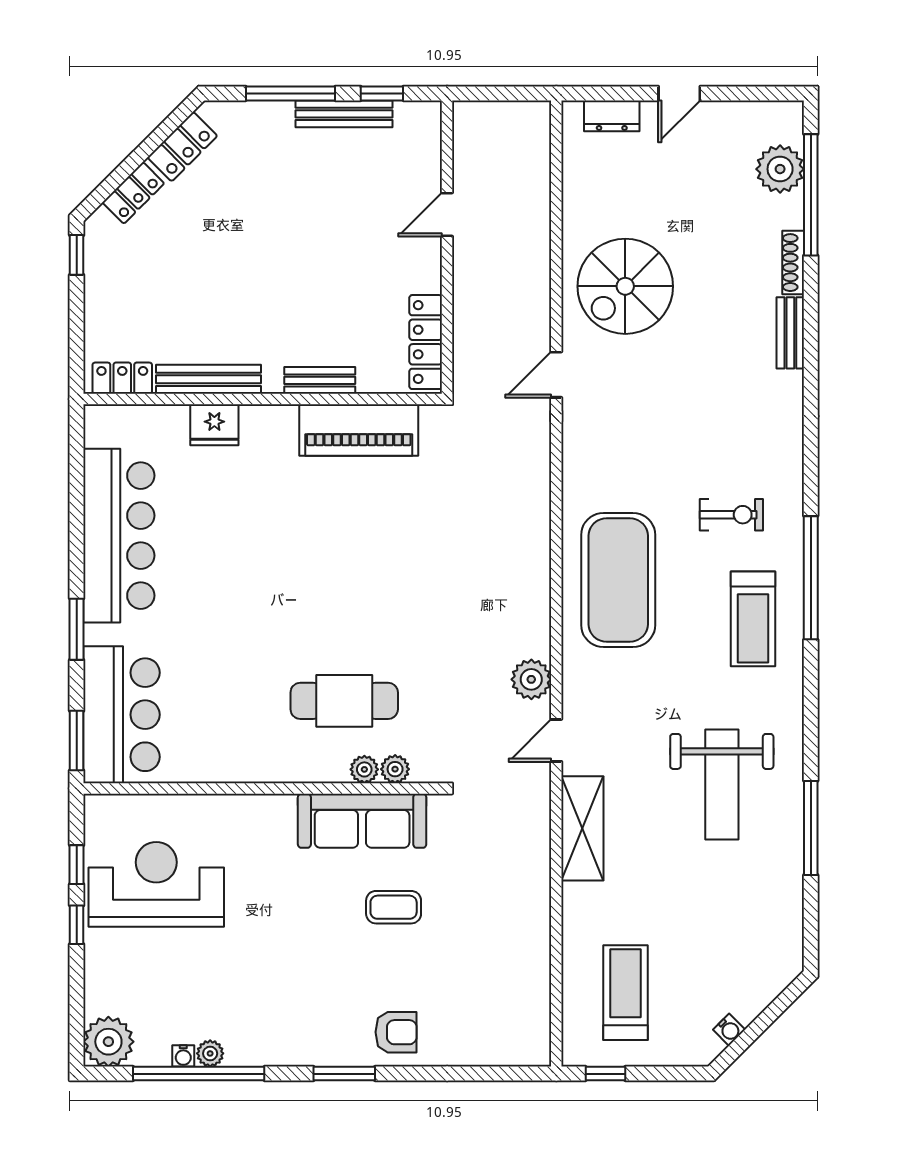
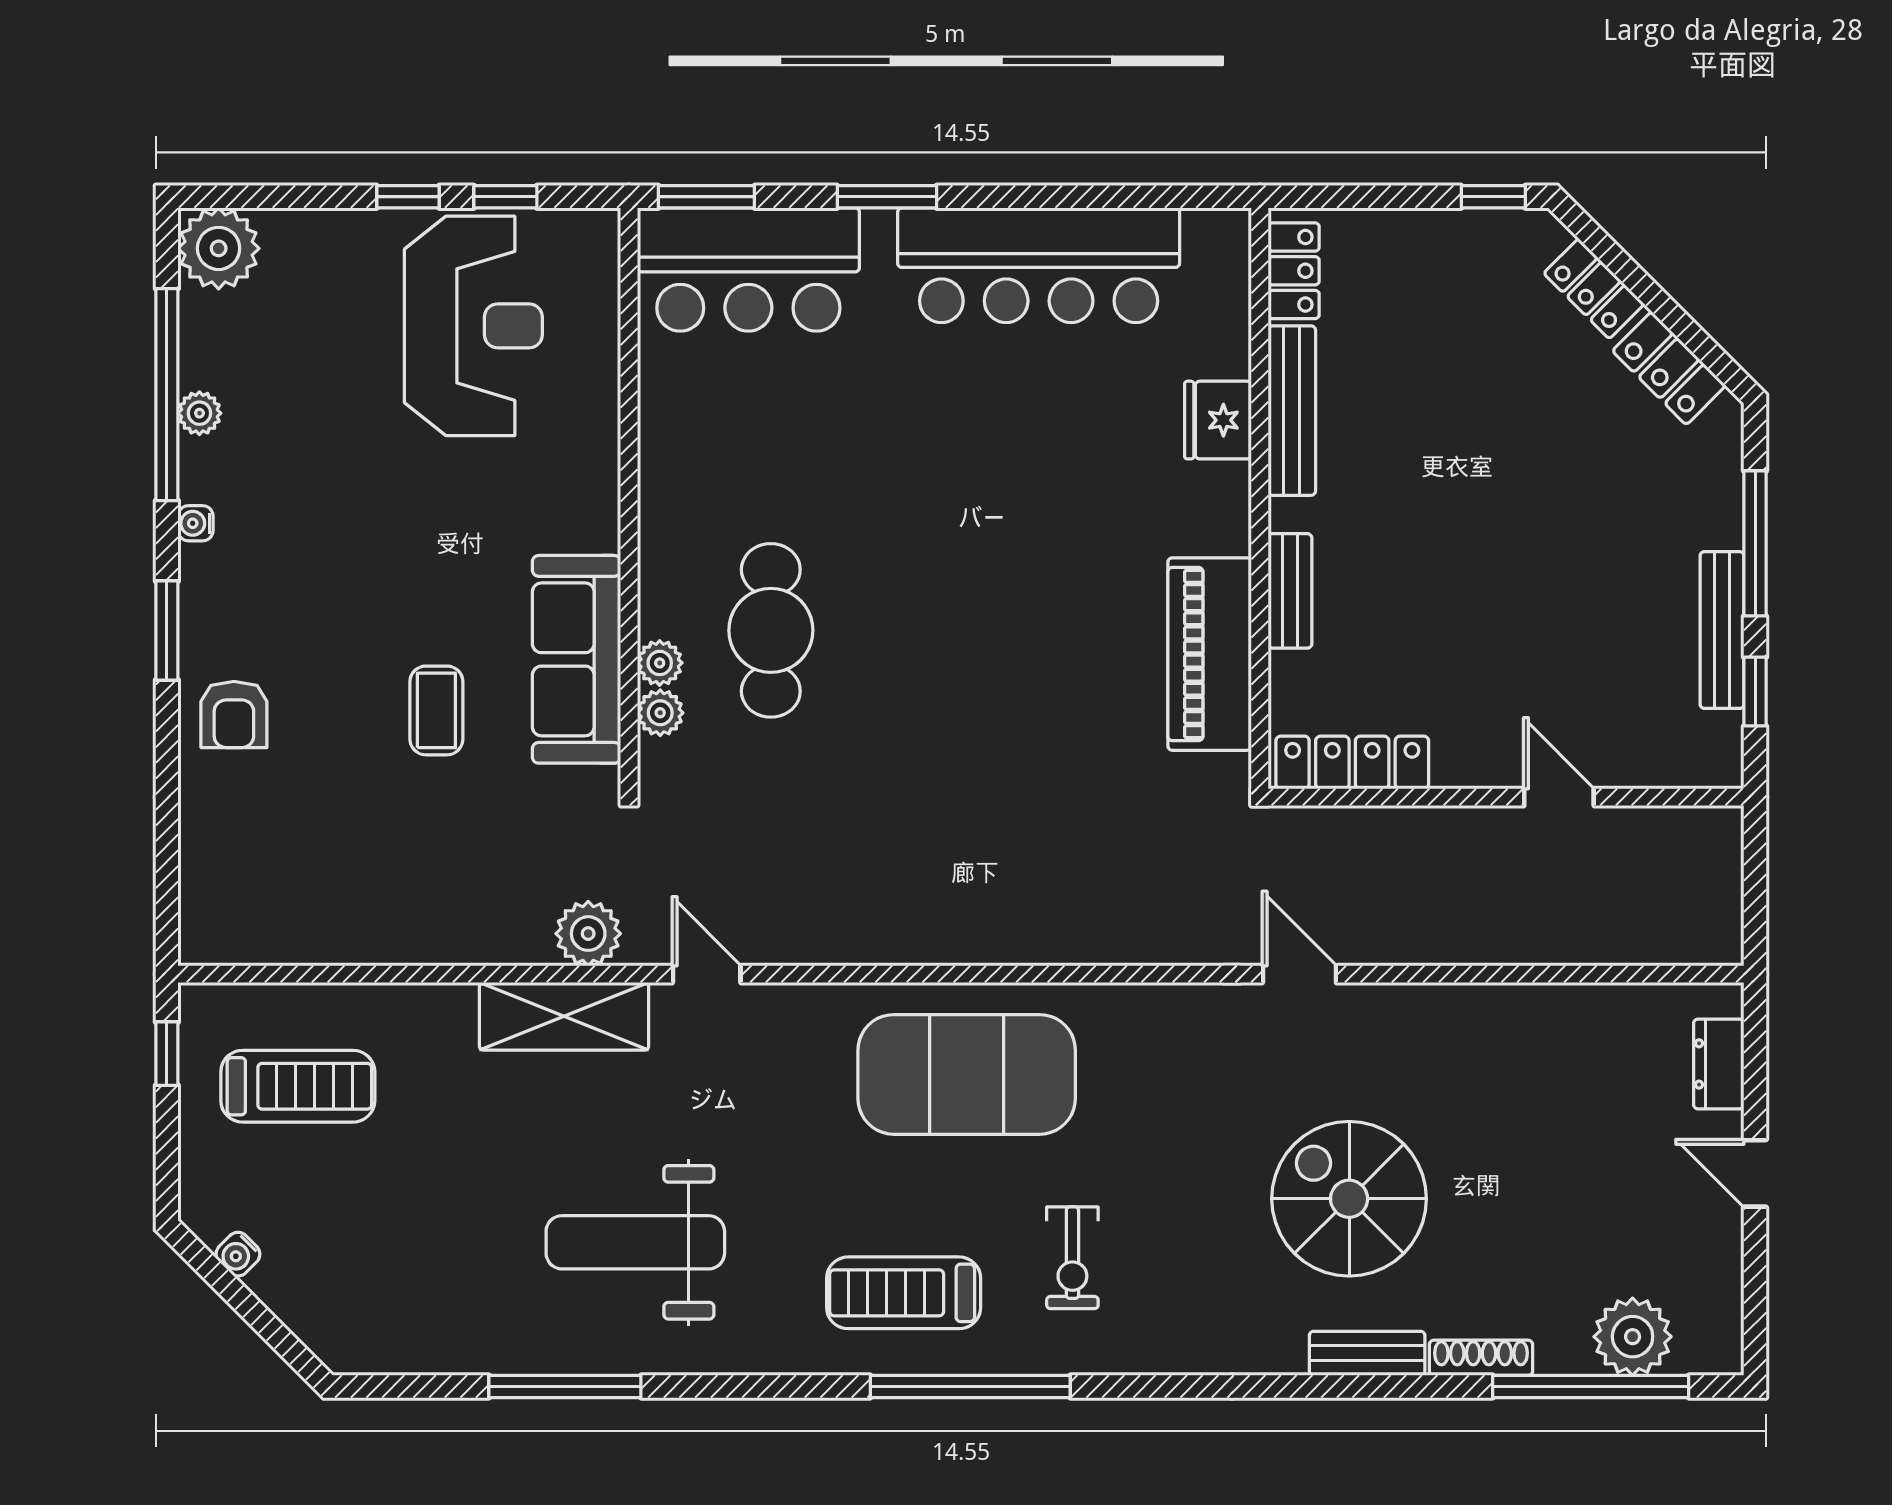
spiral stairs: (625, 286) -> (1349, 1199), moved
plant: (531, 679) -> (588, 934), moved
water cooler: (183, 1056) -> (196, 523), moved

